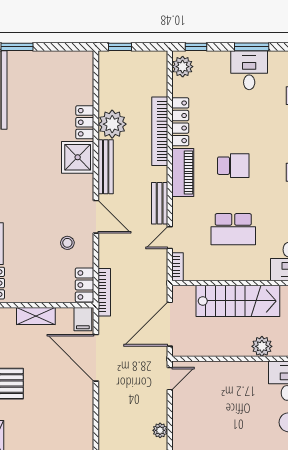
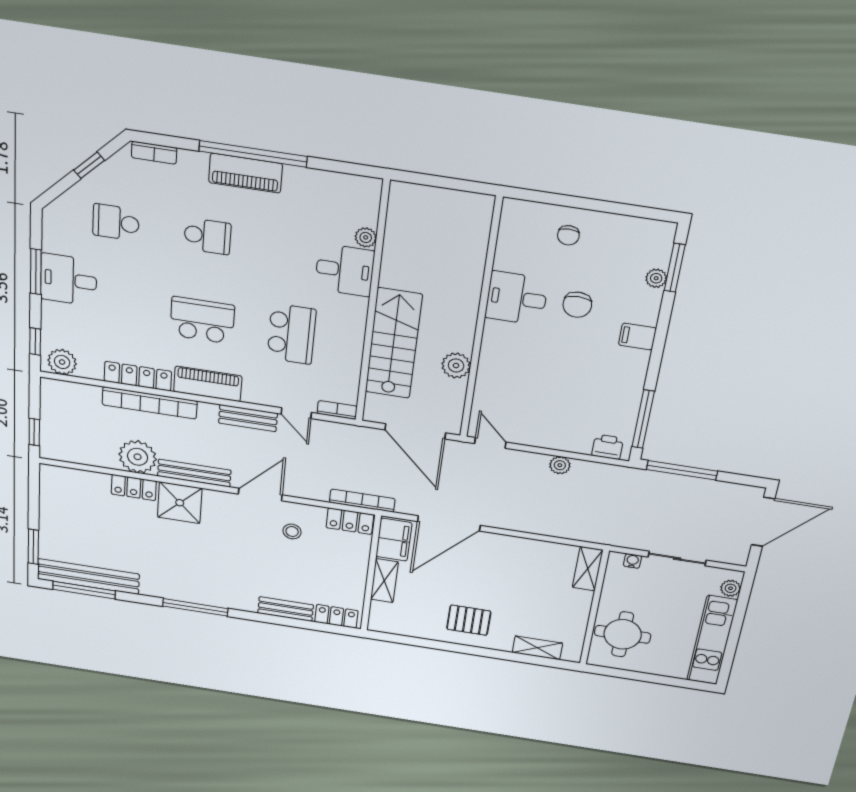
school desk: (233, 166) -> (202, 320), width x1.85
filing cabinet: (83, 319) -> (394, 540), width x2.00
plant: (262, 346) -> (456, 365), moved

